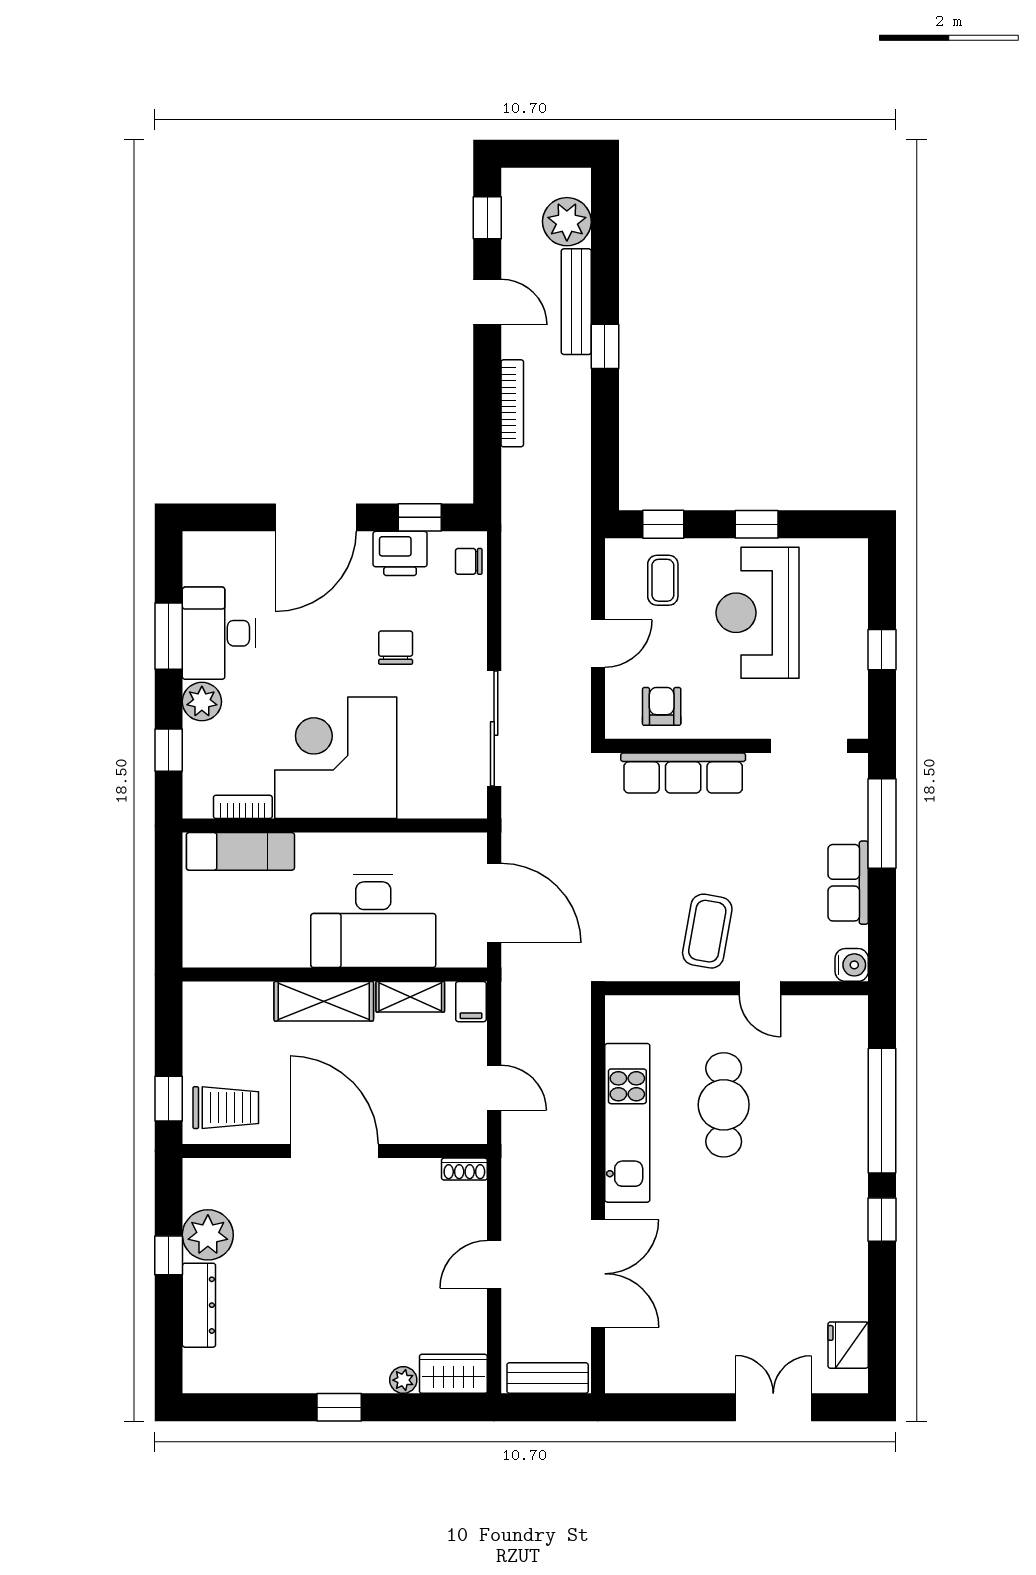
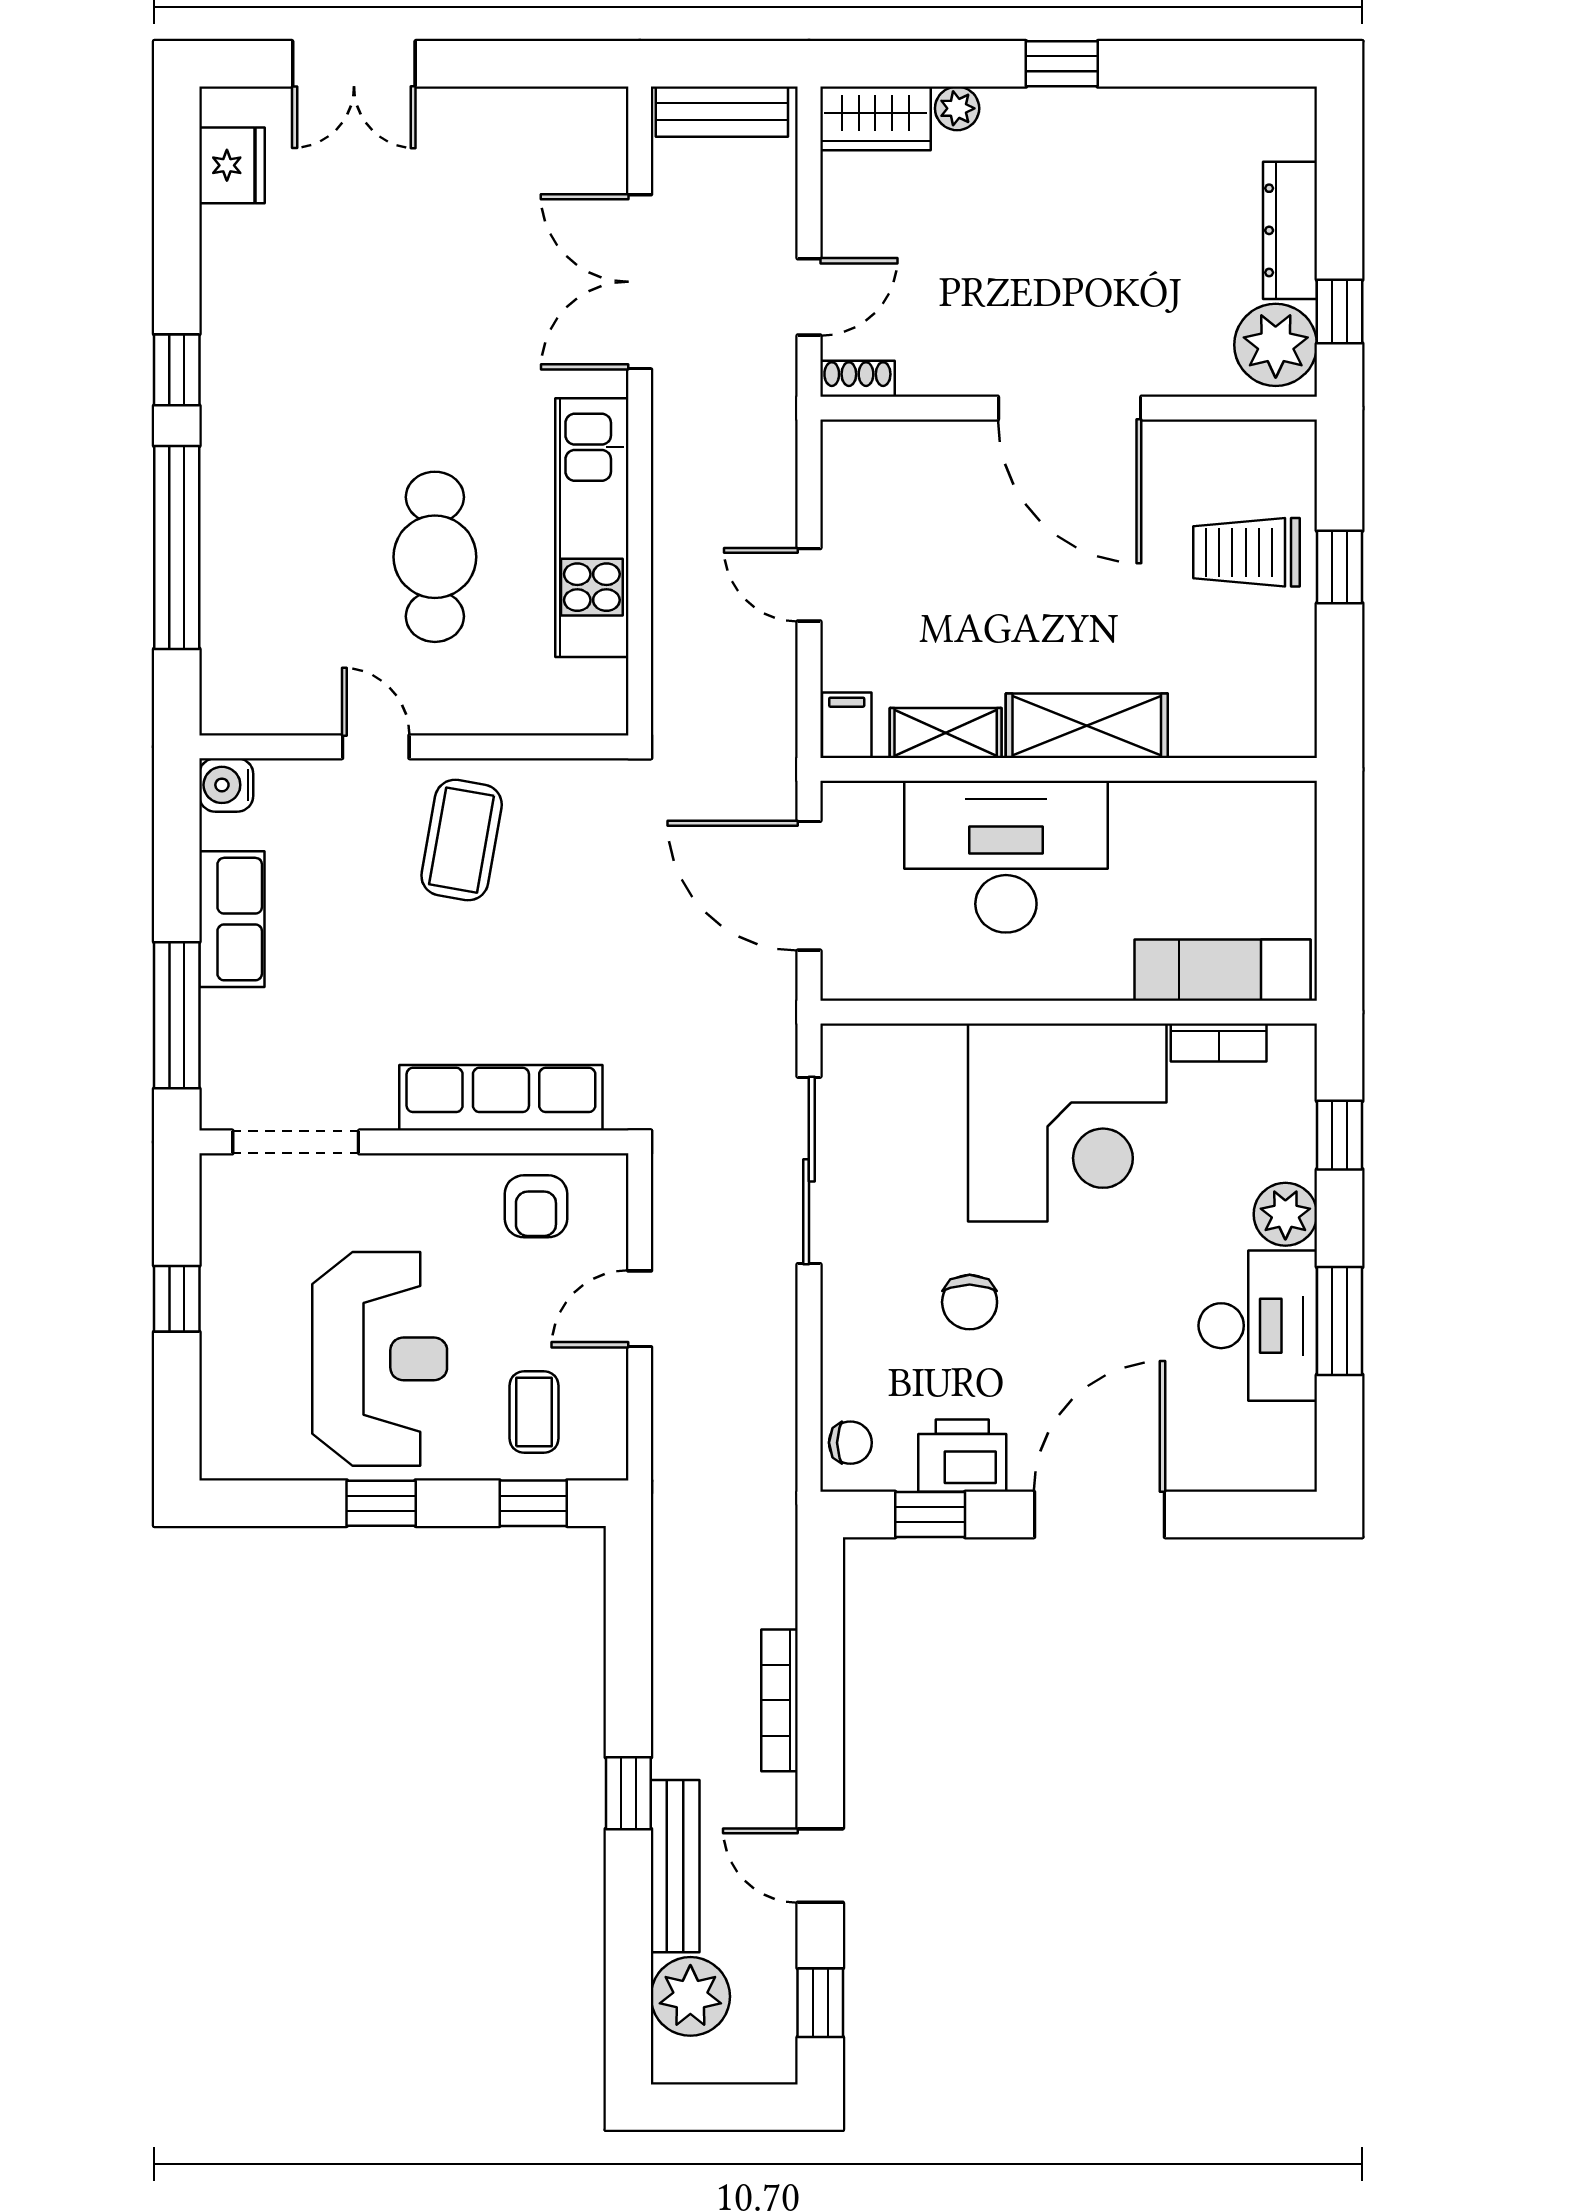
door: (334, 1151) -> (1070, 408), moved
wall: (335, 1151) -> (1069, 408), moved
shoe rack: (464, 1169) -> (857, 379), moved

